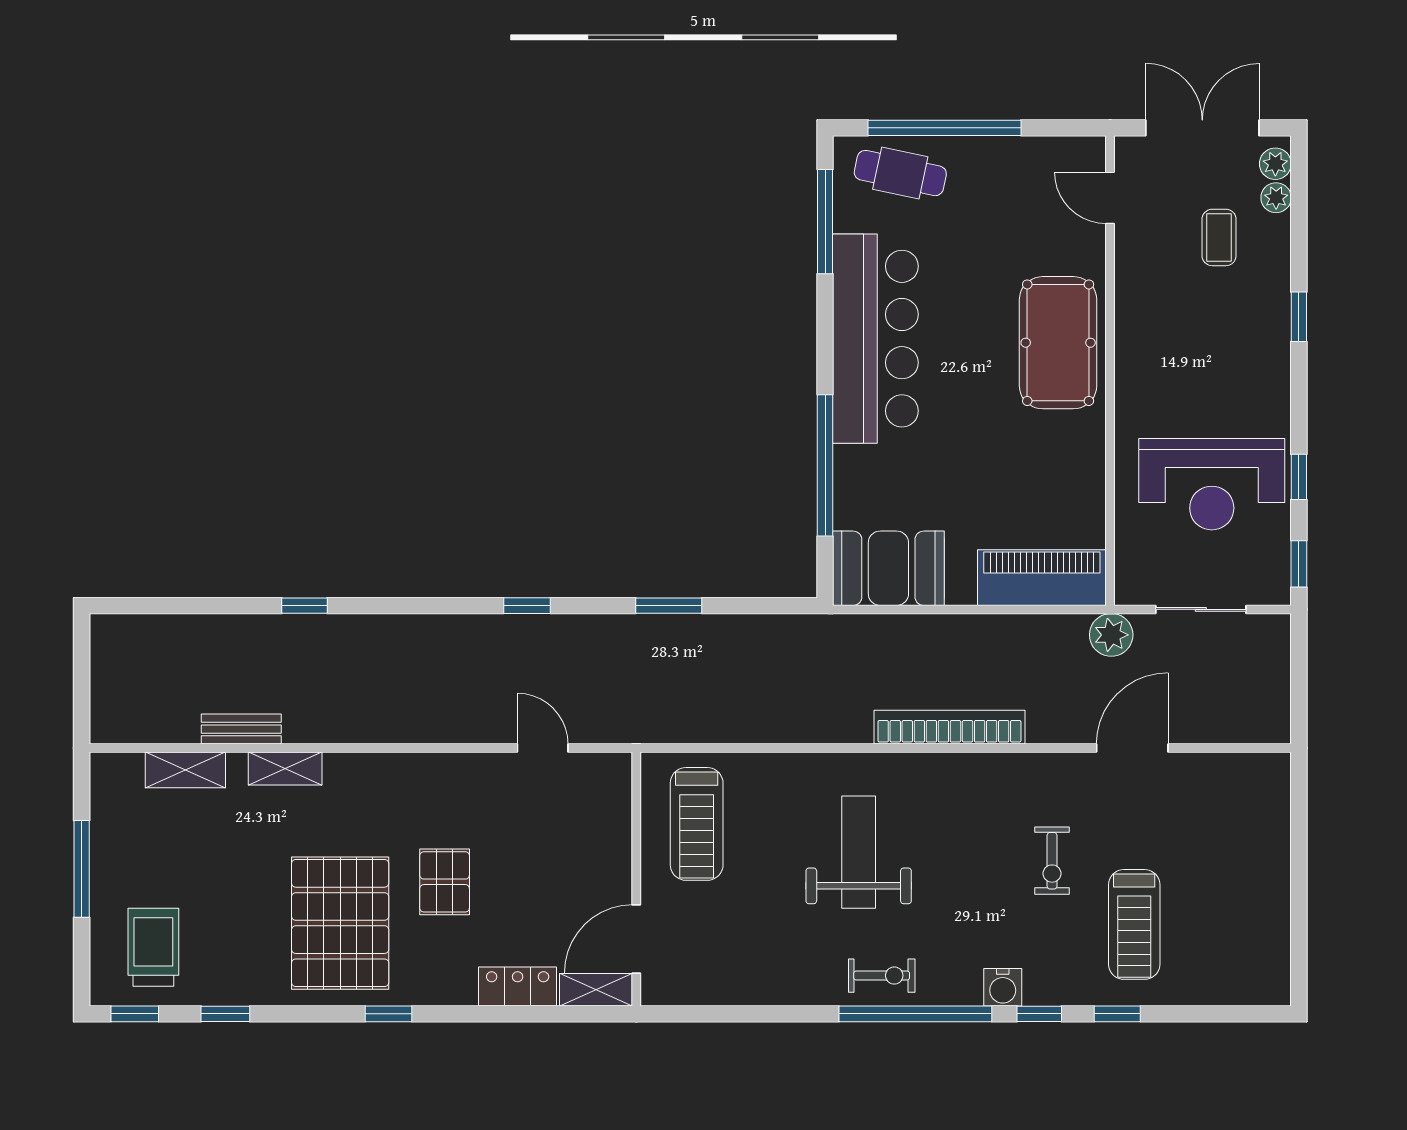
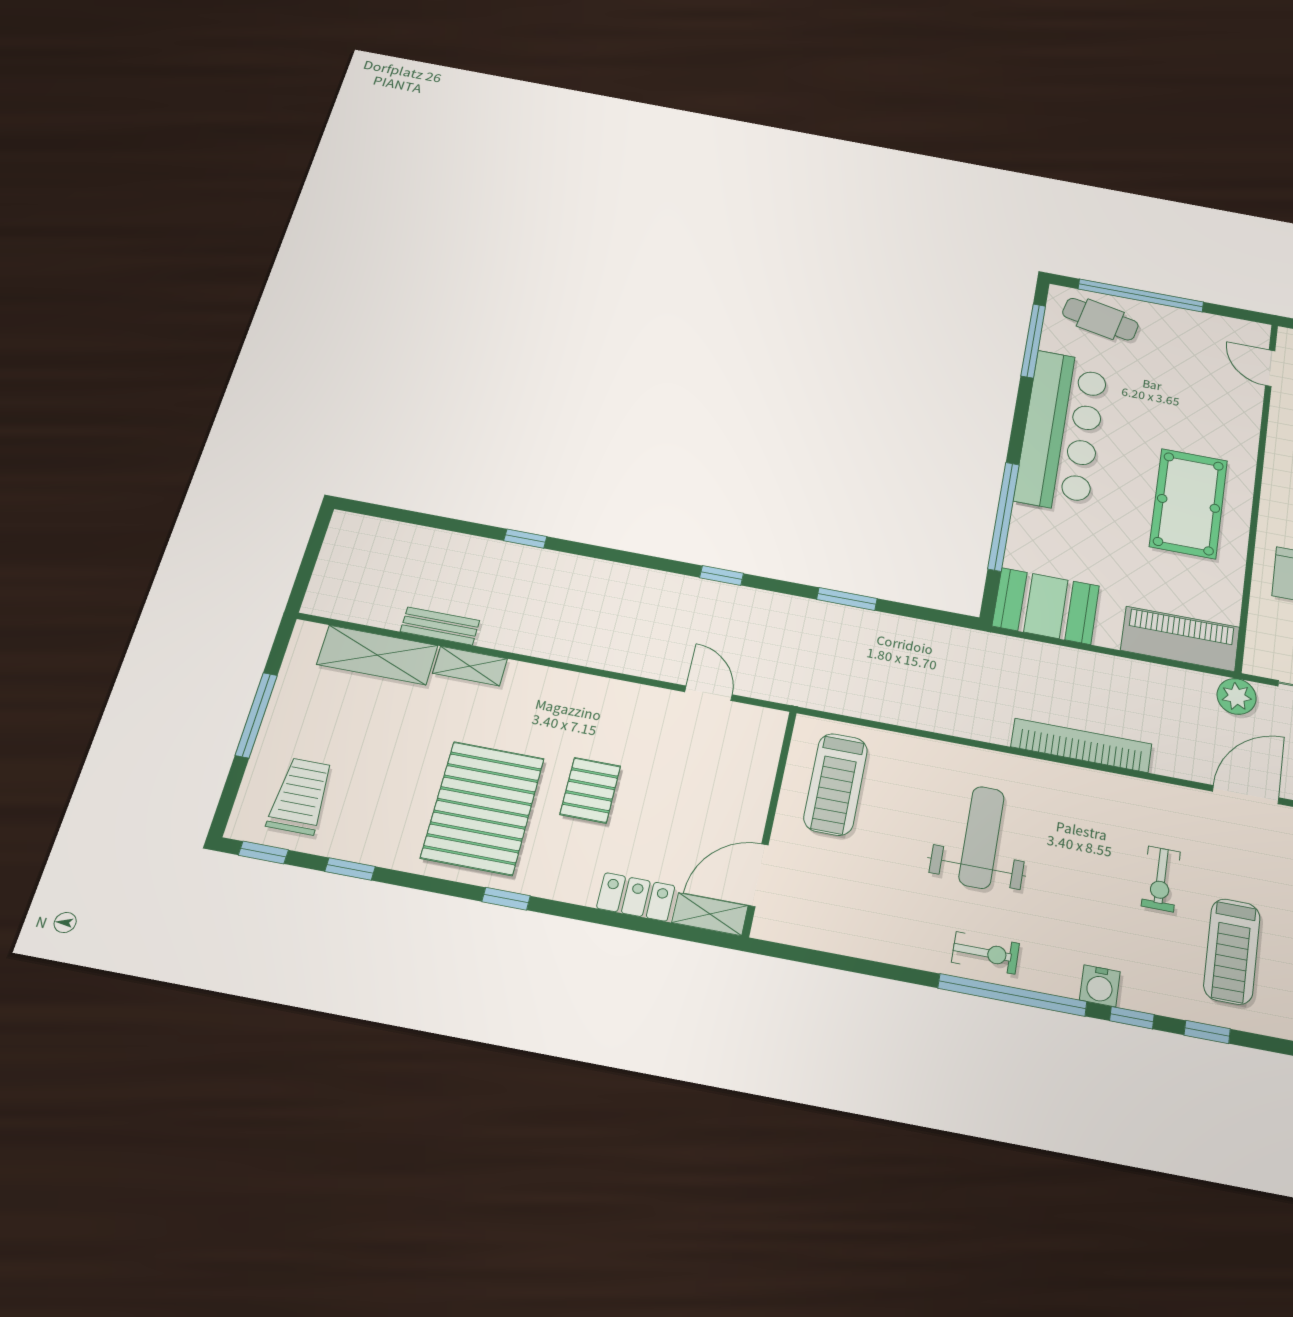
pool table: (1058, 343) -> (1189, 503), moved
shelving: (185, 770) -> (377, 655), width x1.50, depth x1.33

